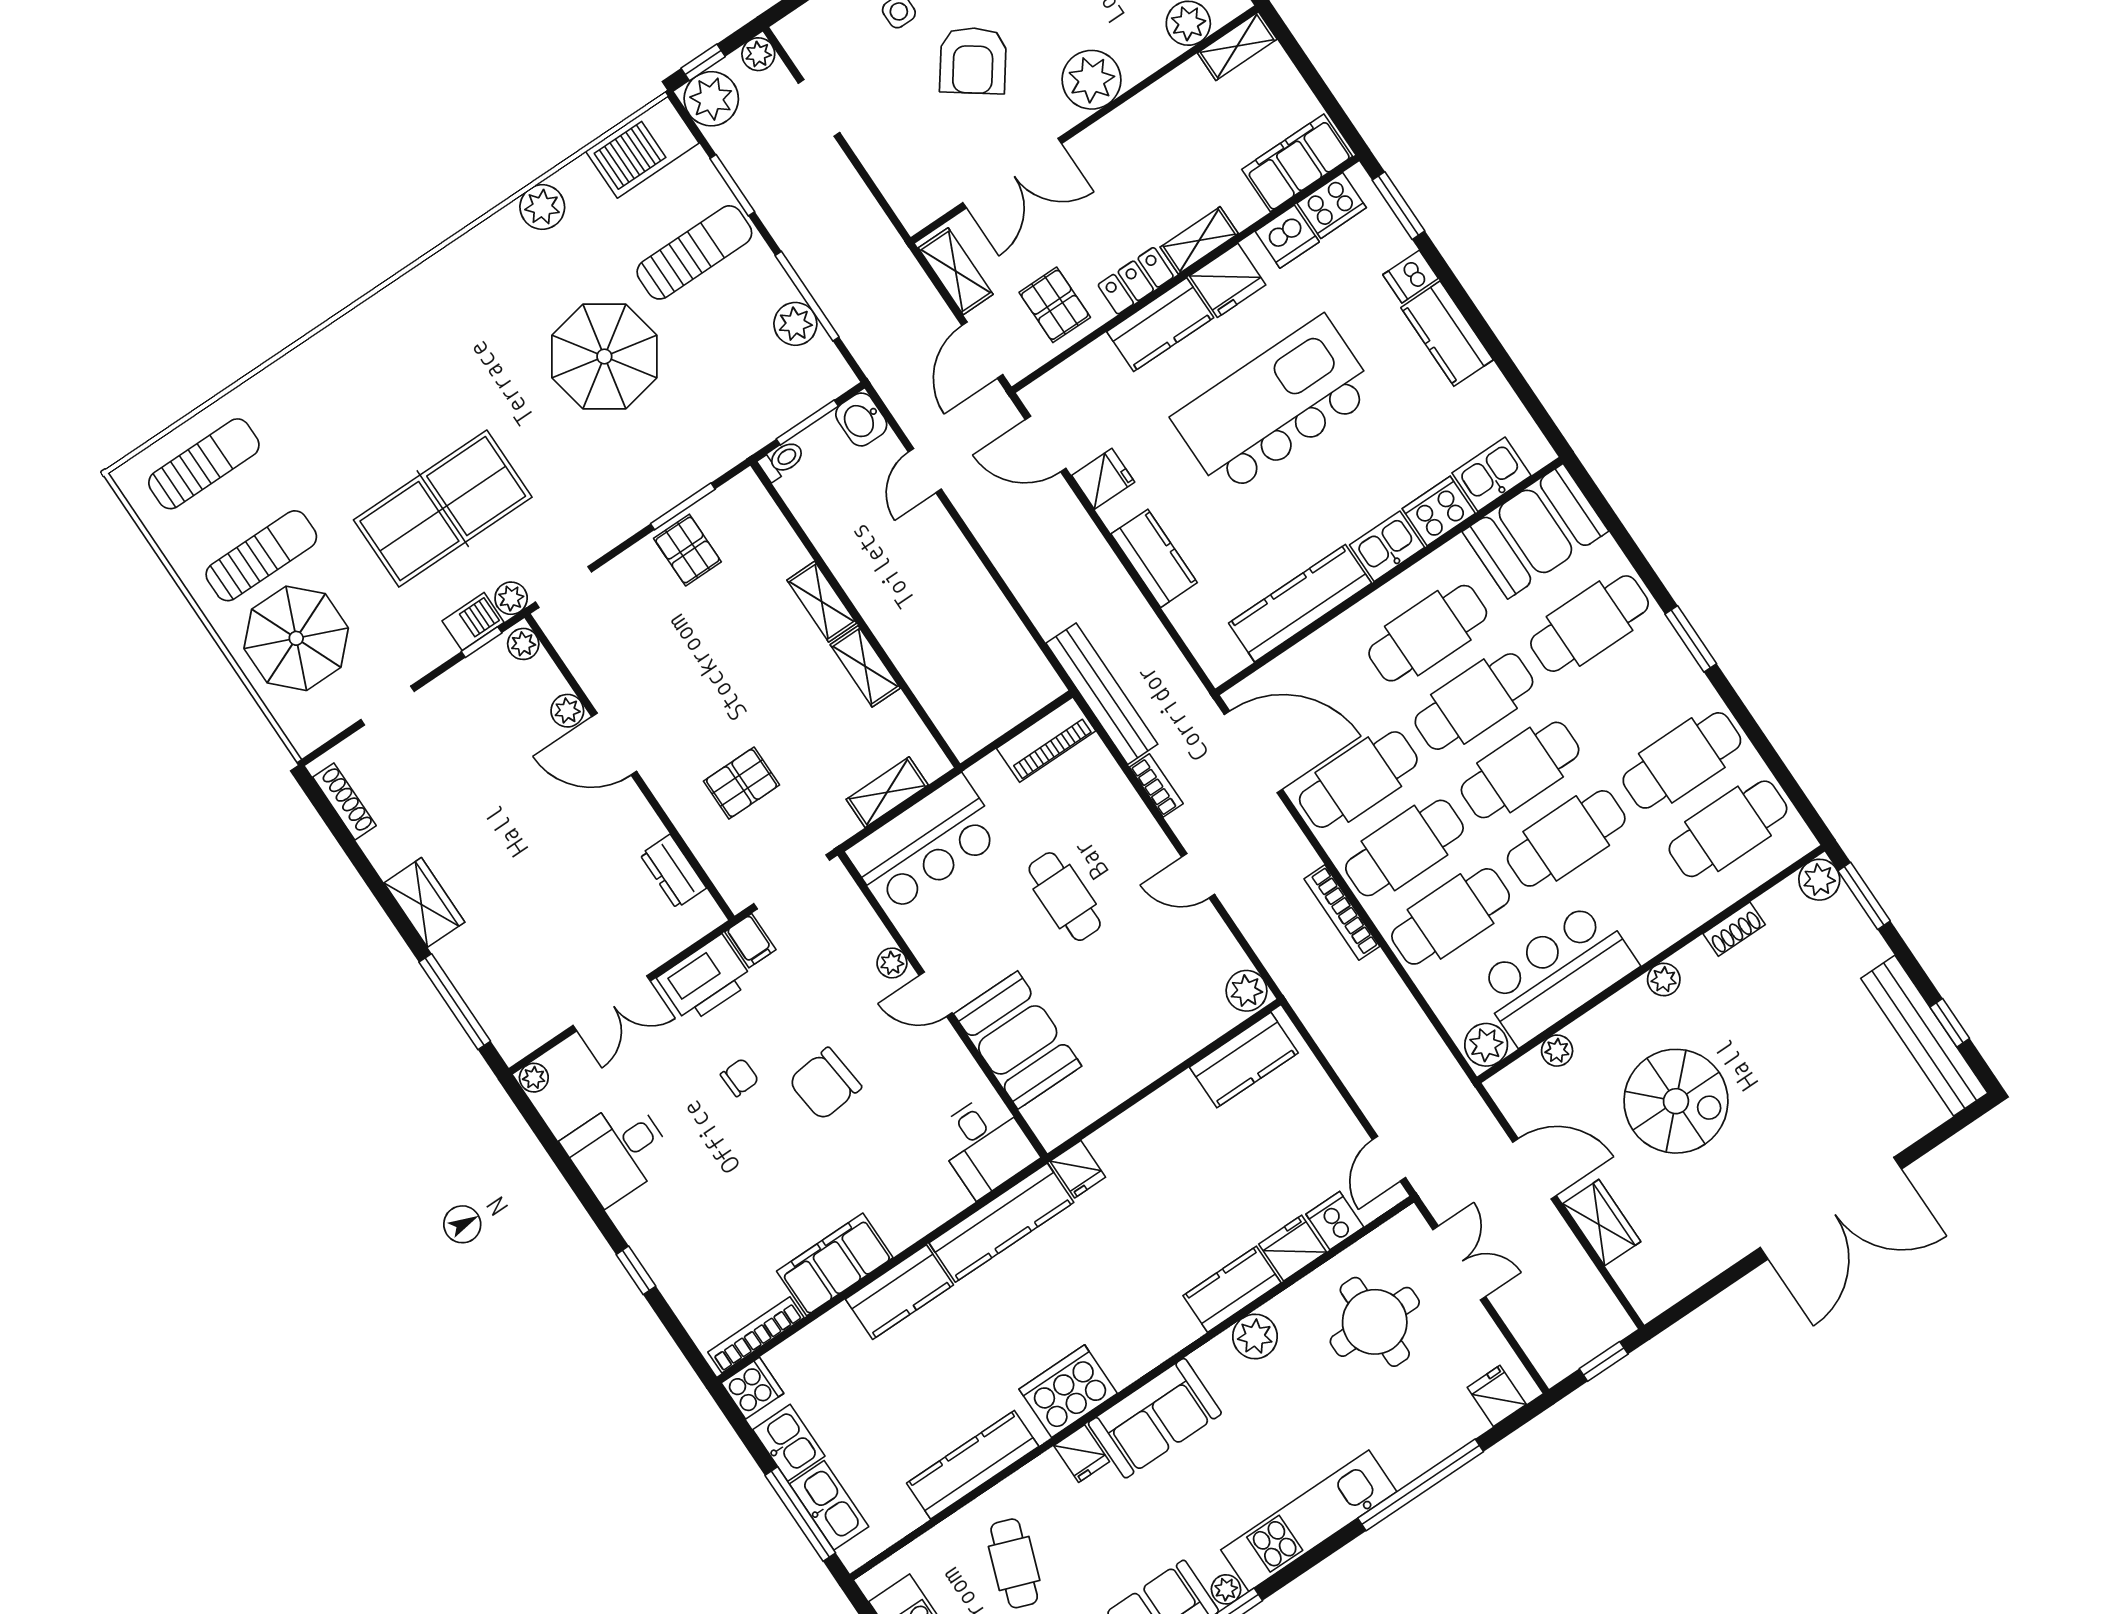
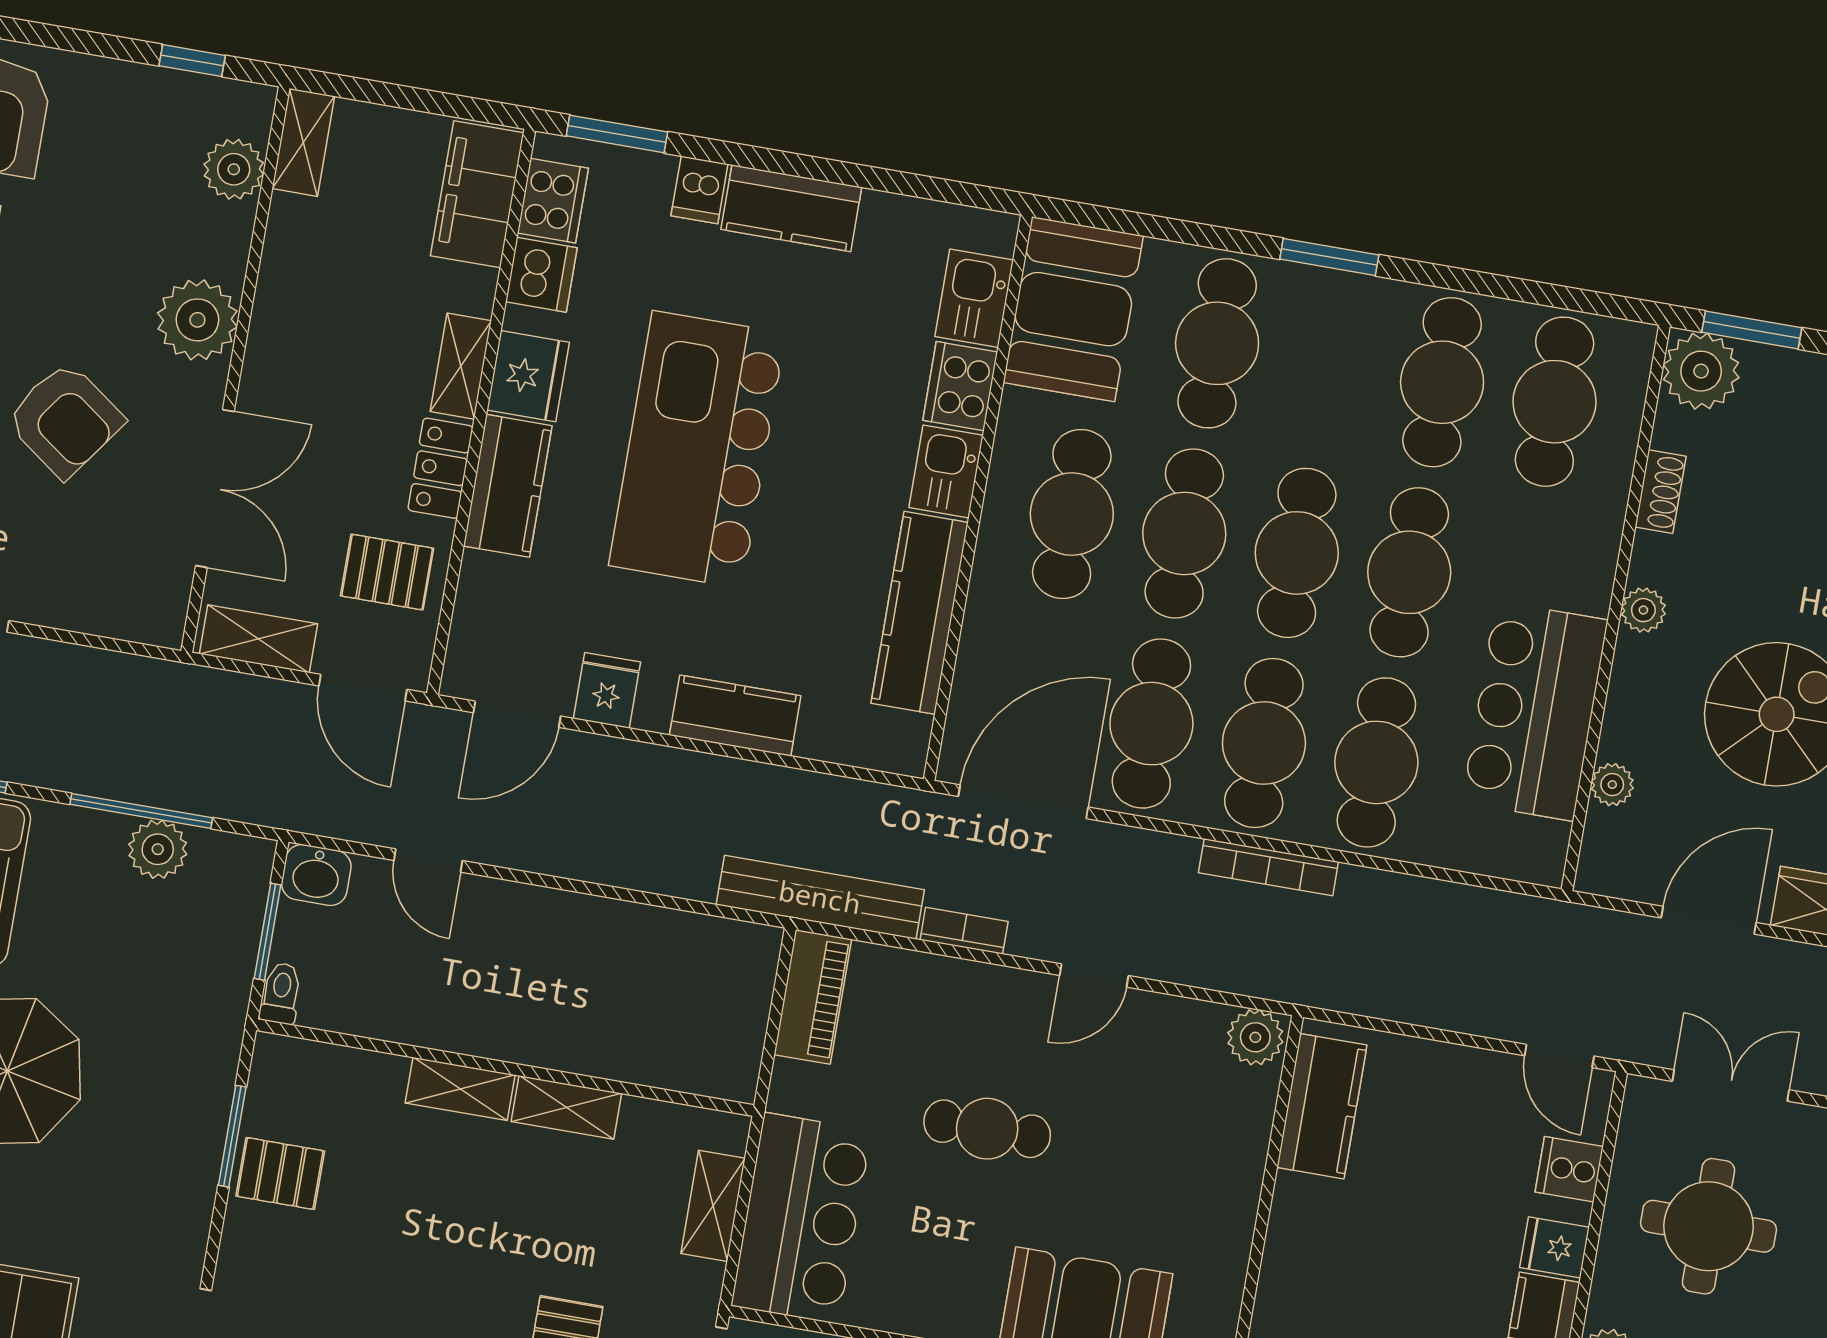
plant: (1819, 880) -> (1701, 371), width x1.36, depth x1.36
plant: (1486, 1045) -> (1539, 850), removed
fridge: (1293, 1248) -> (1555, 1247), width x0.72

